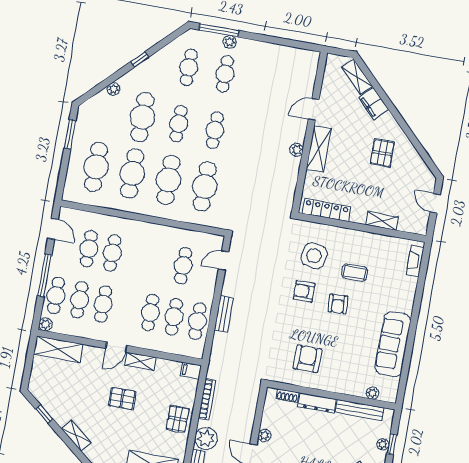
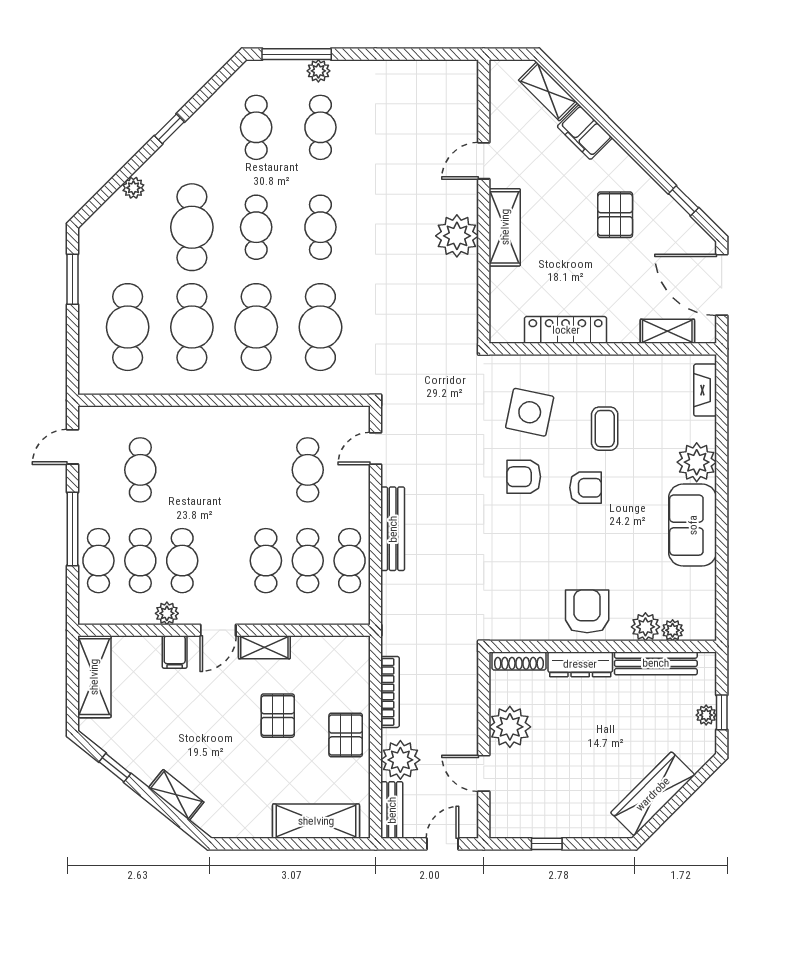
plant: (297, 150) -> (457, 236), width x1.88, depth x1.88
window: (422, 152) -> (683, 201), added
door: (435, 203) -> (722, 285), width x1.87
locker: (326, 210) -> (566, 330), moved
shelving: (382, 221) -> (667, 331), moved
door: (53, 229) -> (73, 447), swing flipped
cafe table: (112, 253) -> (182, 470), removed
coffee table: (355, 273) -> (605, 429), turned 90
plant: (403, 301) -> (697, 462), added
armchair: (338, 304) -> (586, 488), turned -86
bench: (224, 314) -> (393, 529), width x1.36
plant: (46, 324) -> (167, 613), moved
sofa: (393, 344) -> (693, 525), width x0.73
shelving: (58, 349) -> (94, 677), moved, turned 90
armchair: (307, 359) -> (587, 611), moved
filing cabinet: (191, 371) -> (175, 652), moved, turned -90
plant: (358, 388) -> (645, 627), added
shoe rack: (287, 396) -> (519, 661), width x1.43
pallet: (122, 399) -> (278, 716), moved, turned 90
plant: (265, 435) -> (510, 727), width x1.87, depth x1.87

